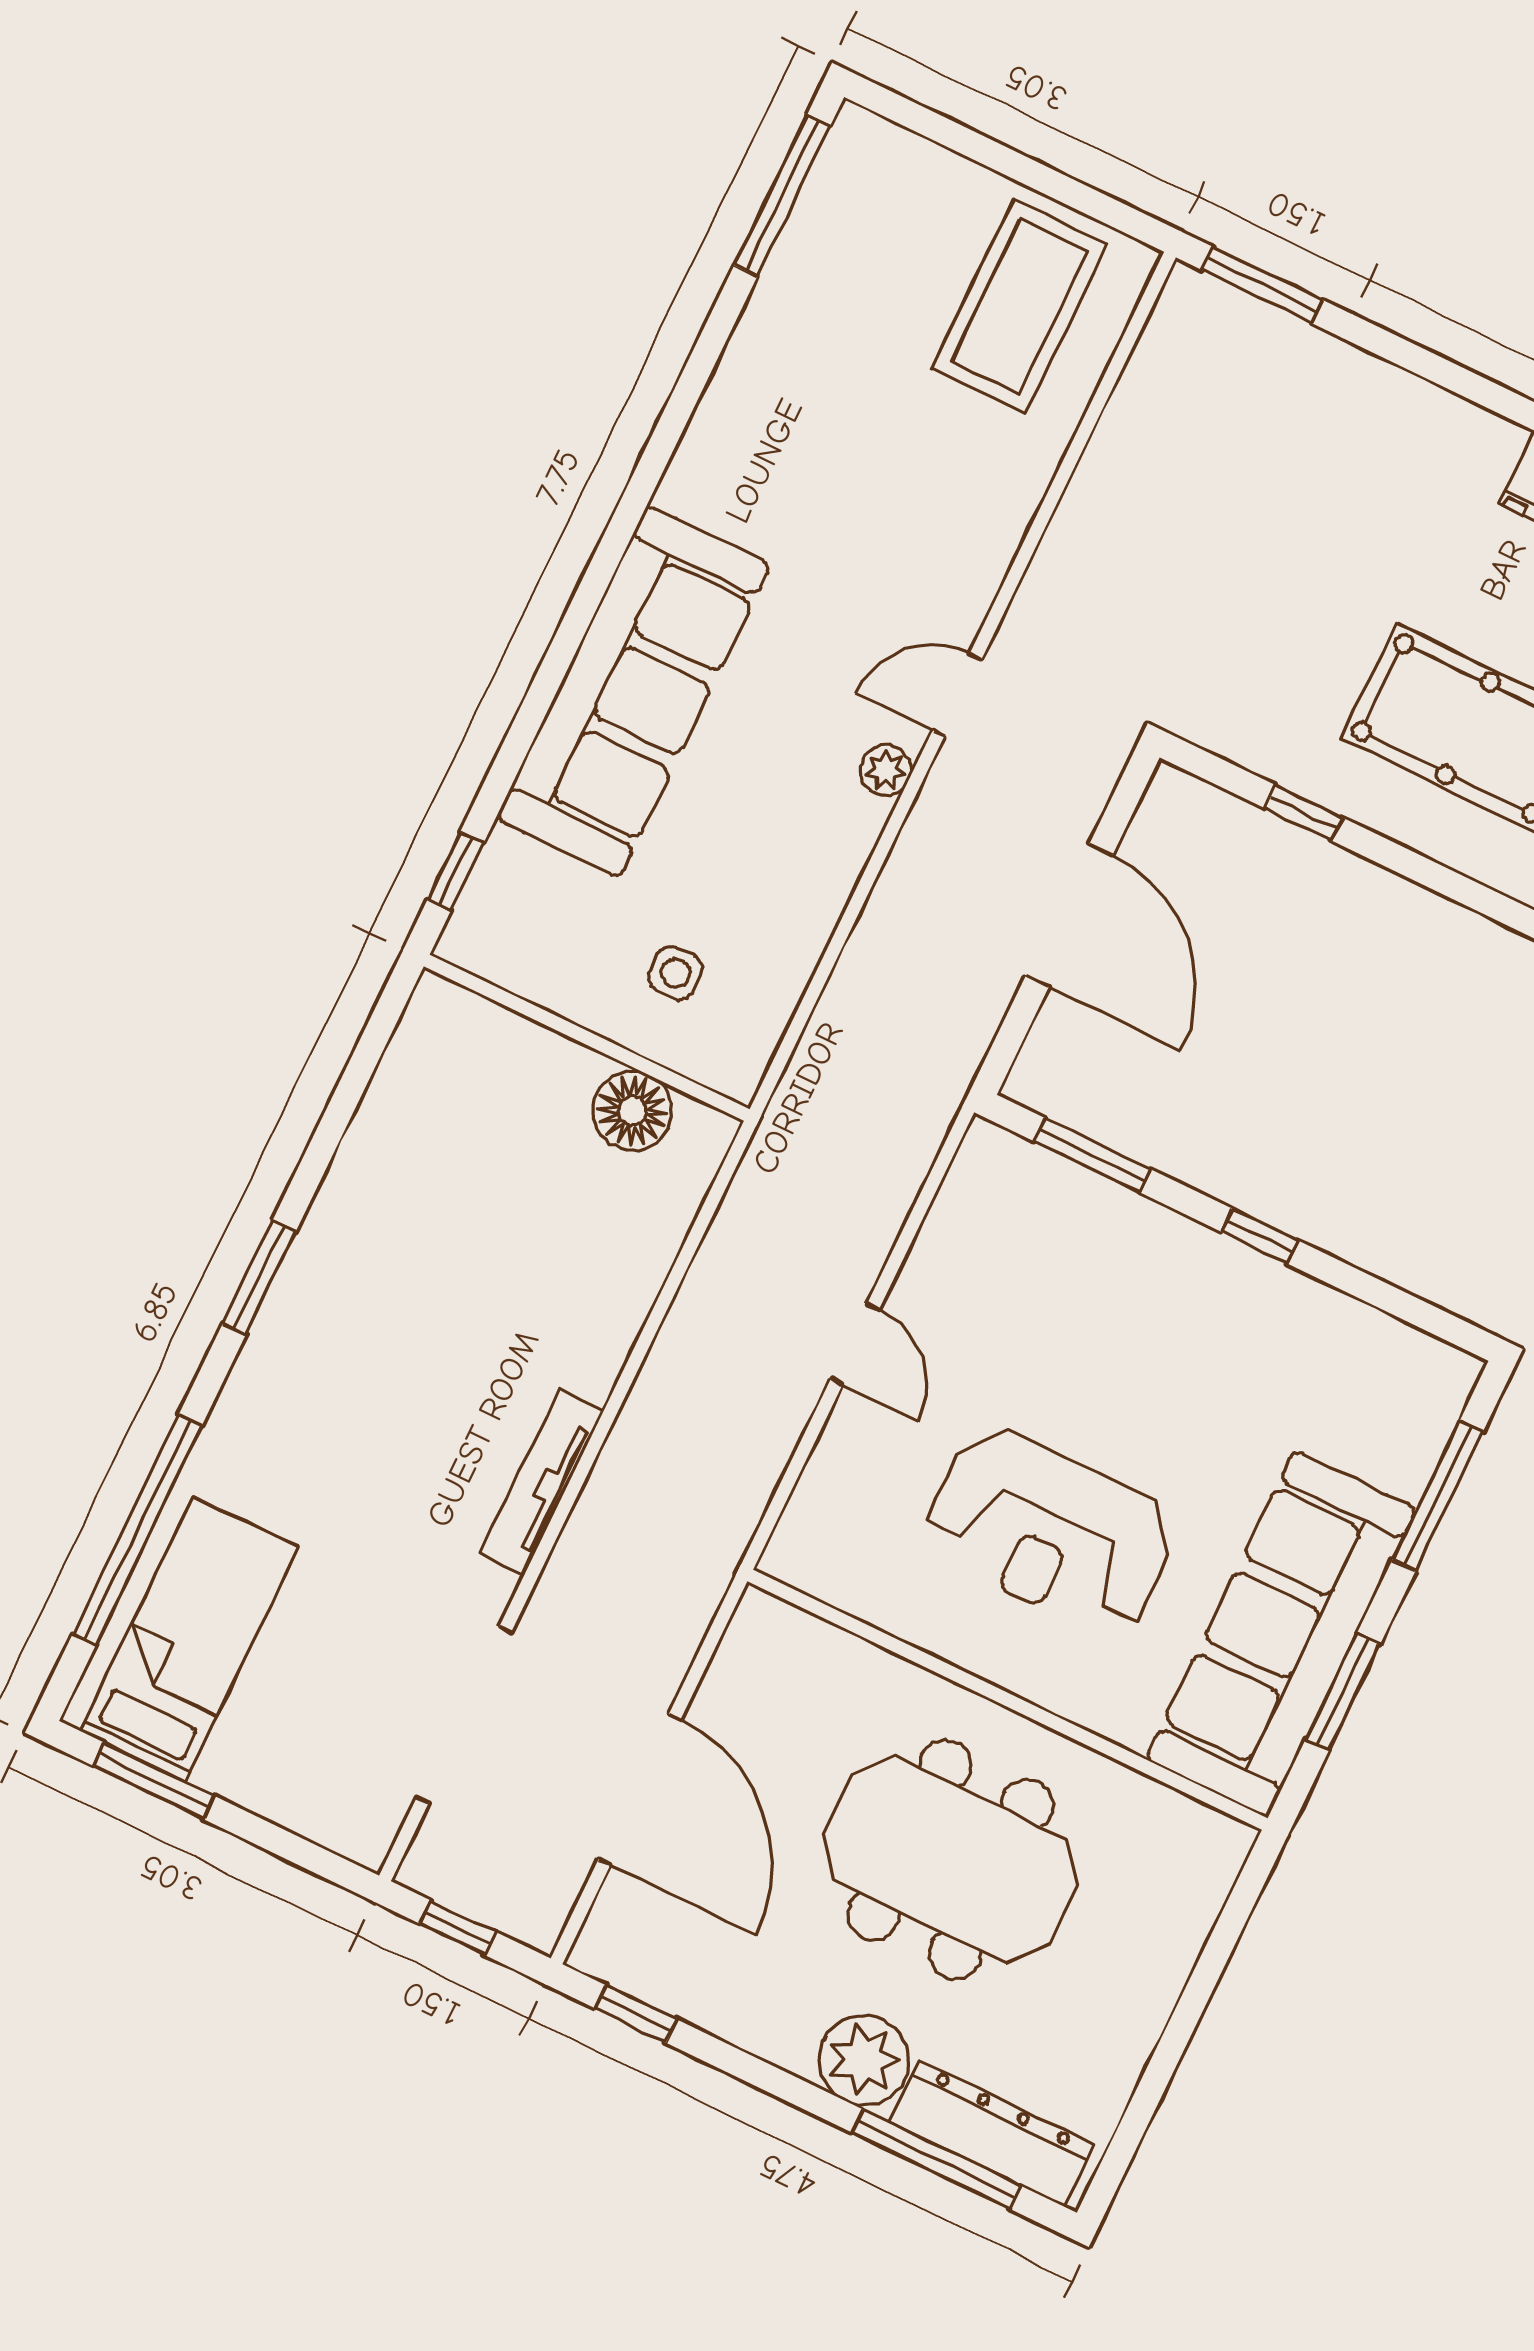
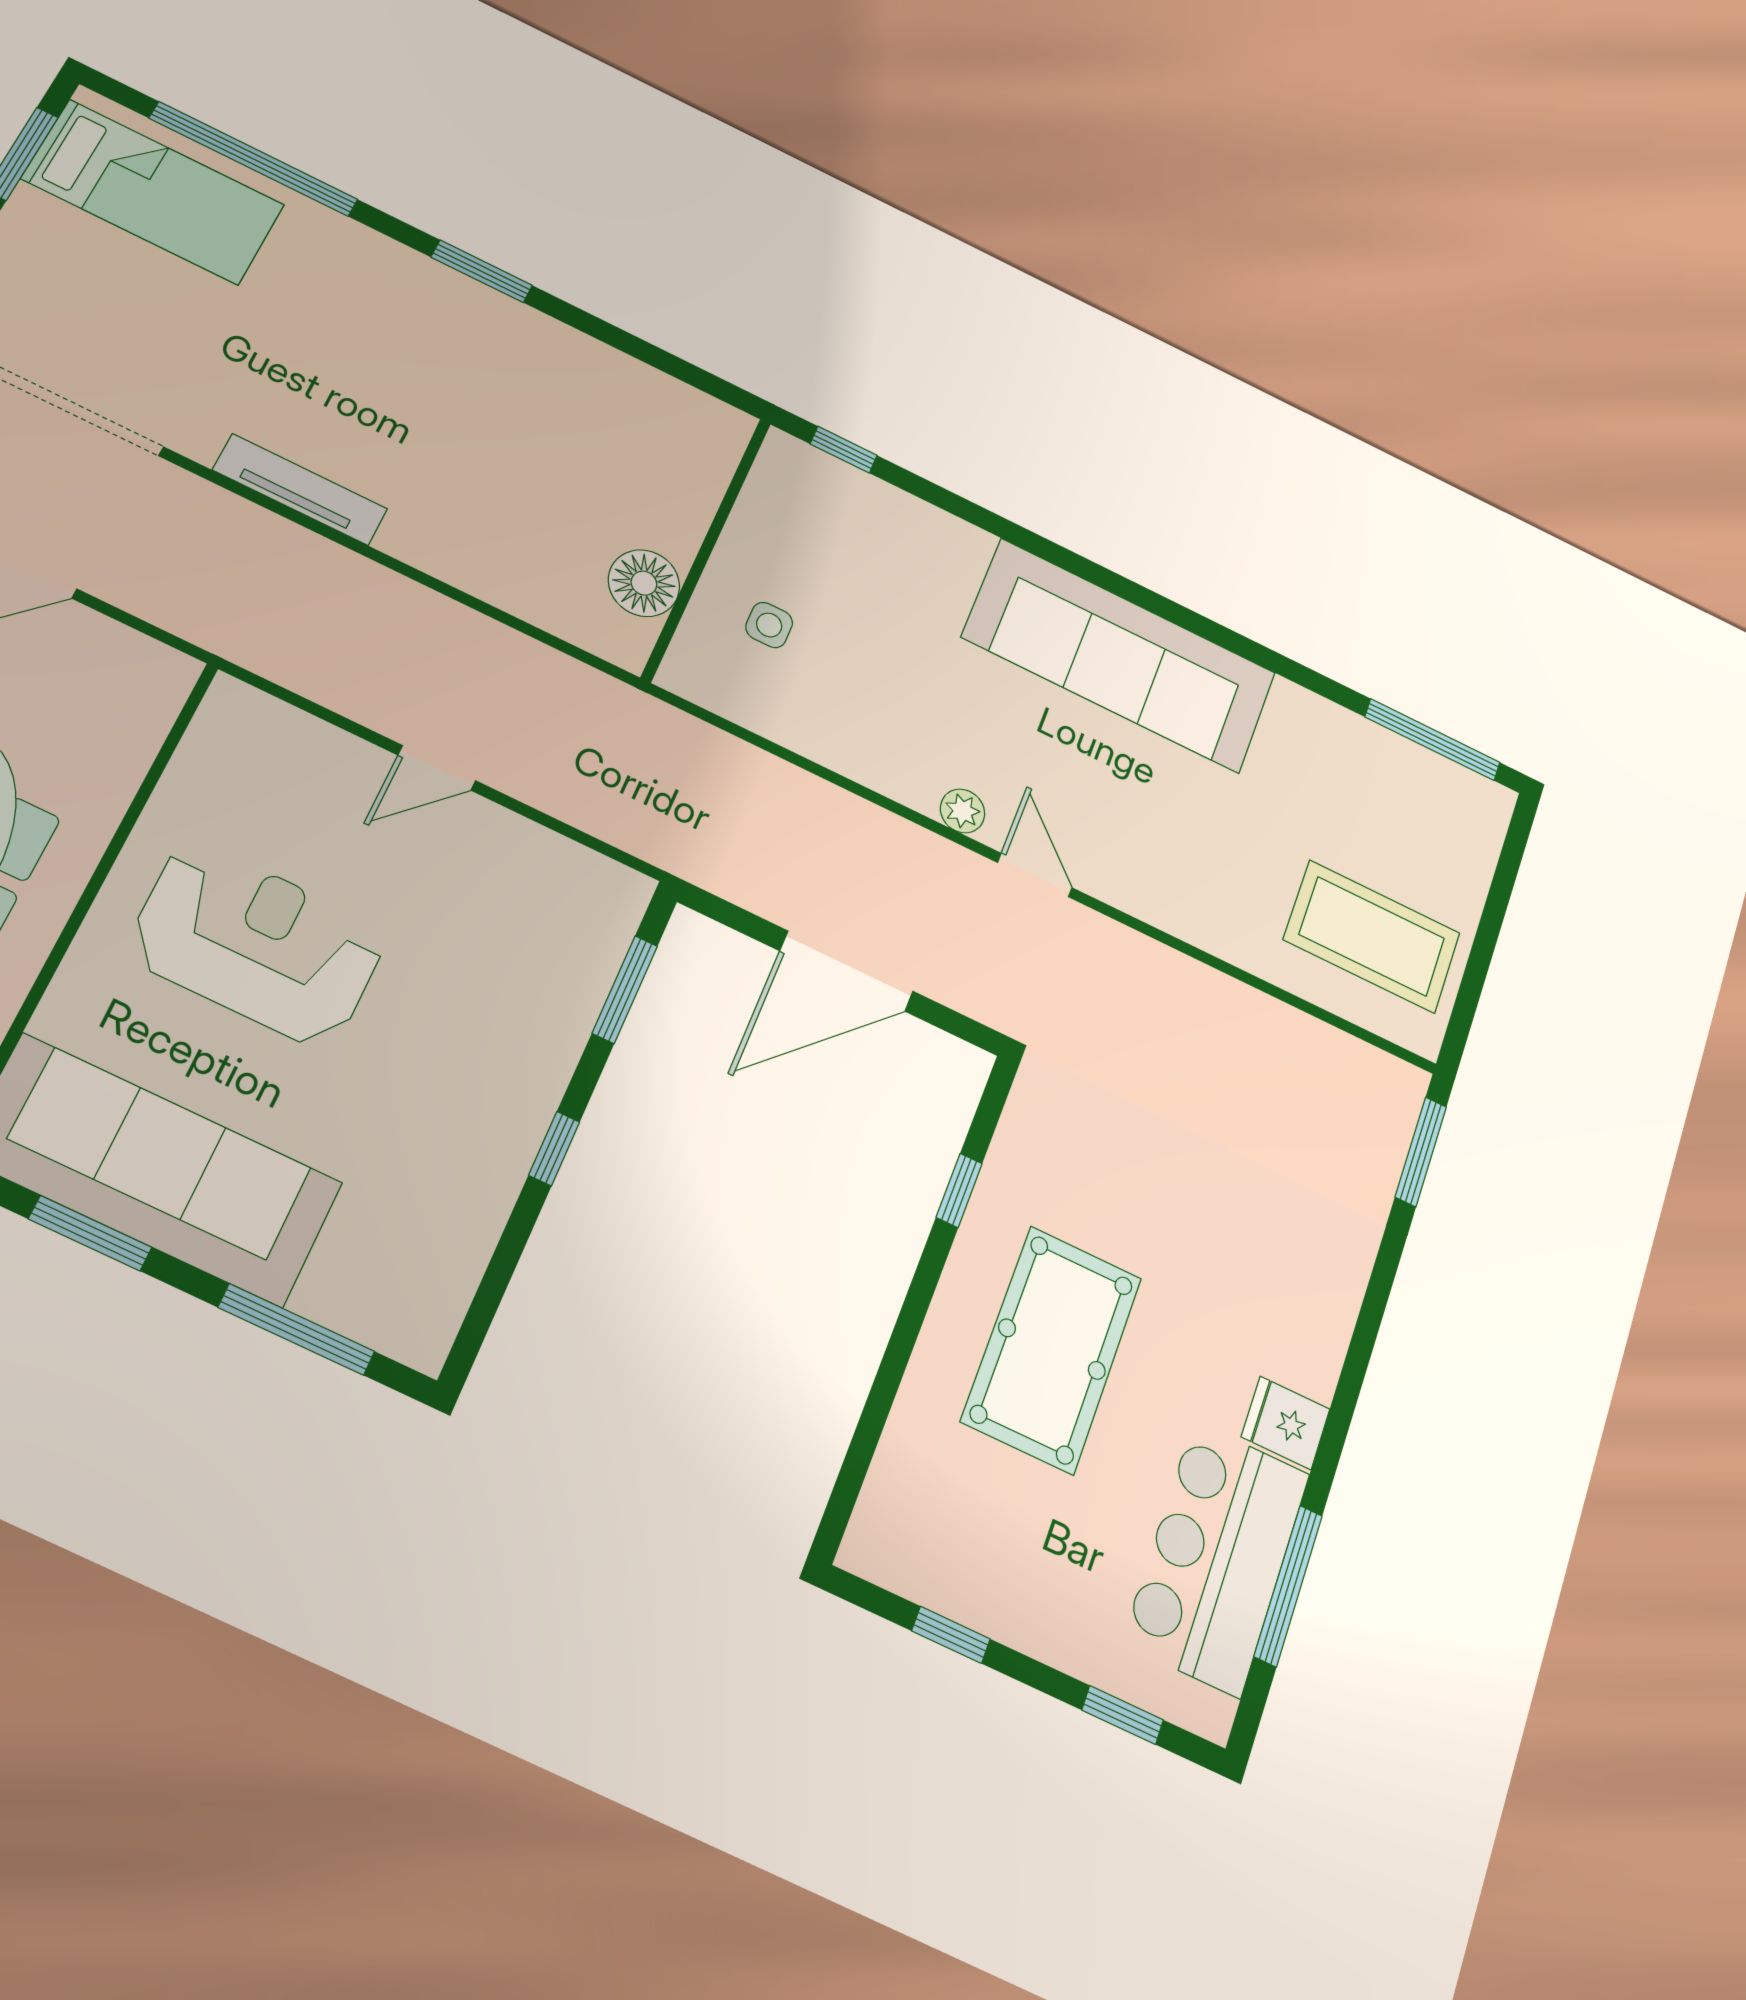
sofa: (633, 692) -> (1119, 655), moved
reception desk: (1050, 1531) -> (257, 944), turned 90

